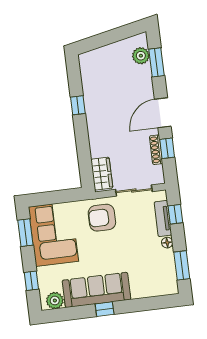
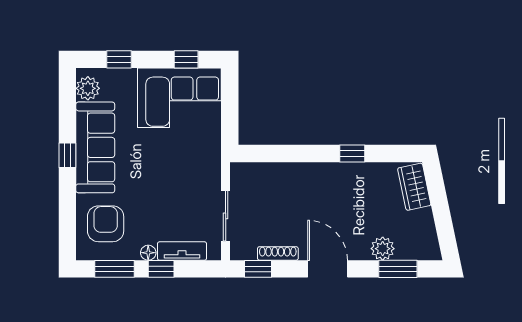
plant: (141, 56) -> (383, 249), moved
window: (167, 148) -> (258, 269), moved
wardrobe: (102, 174) -> (414, 187), moved, turned 78
window: (175, 214) -> (161, 269), moved
armchair: (102, 218) -> (106, 224), moved
window: (25, 233) -> (186, 59), width x0.67

